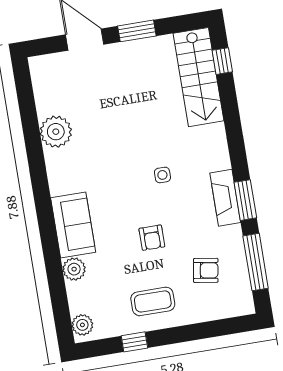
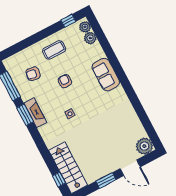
plant: (56, 132) -> (144, 146), moved
plant: (74, 269) -> (90, 38), moved
window: (134, 342) -> (68, 21), moved

